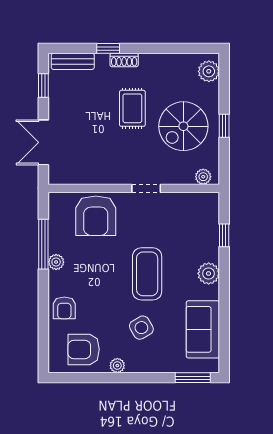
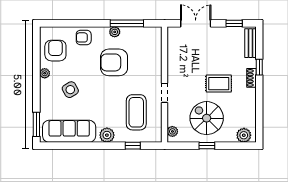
armchair: (96, 216) -> (114, 62), moved
coffee table: (147, 274) -> (136, 112), moved, turned 90
sofa: (203, 329) -> (69, 131), width x1.36

